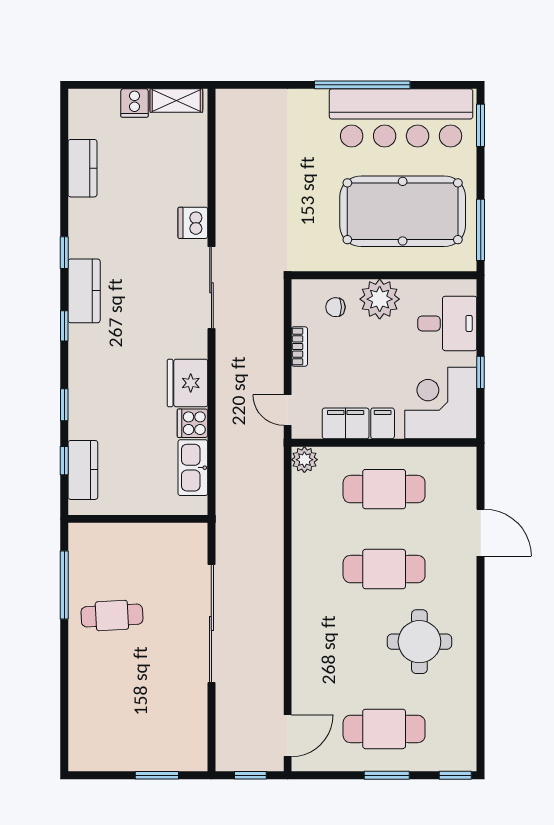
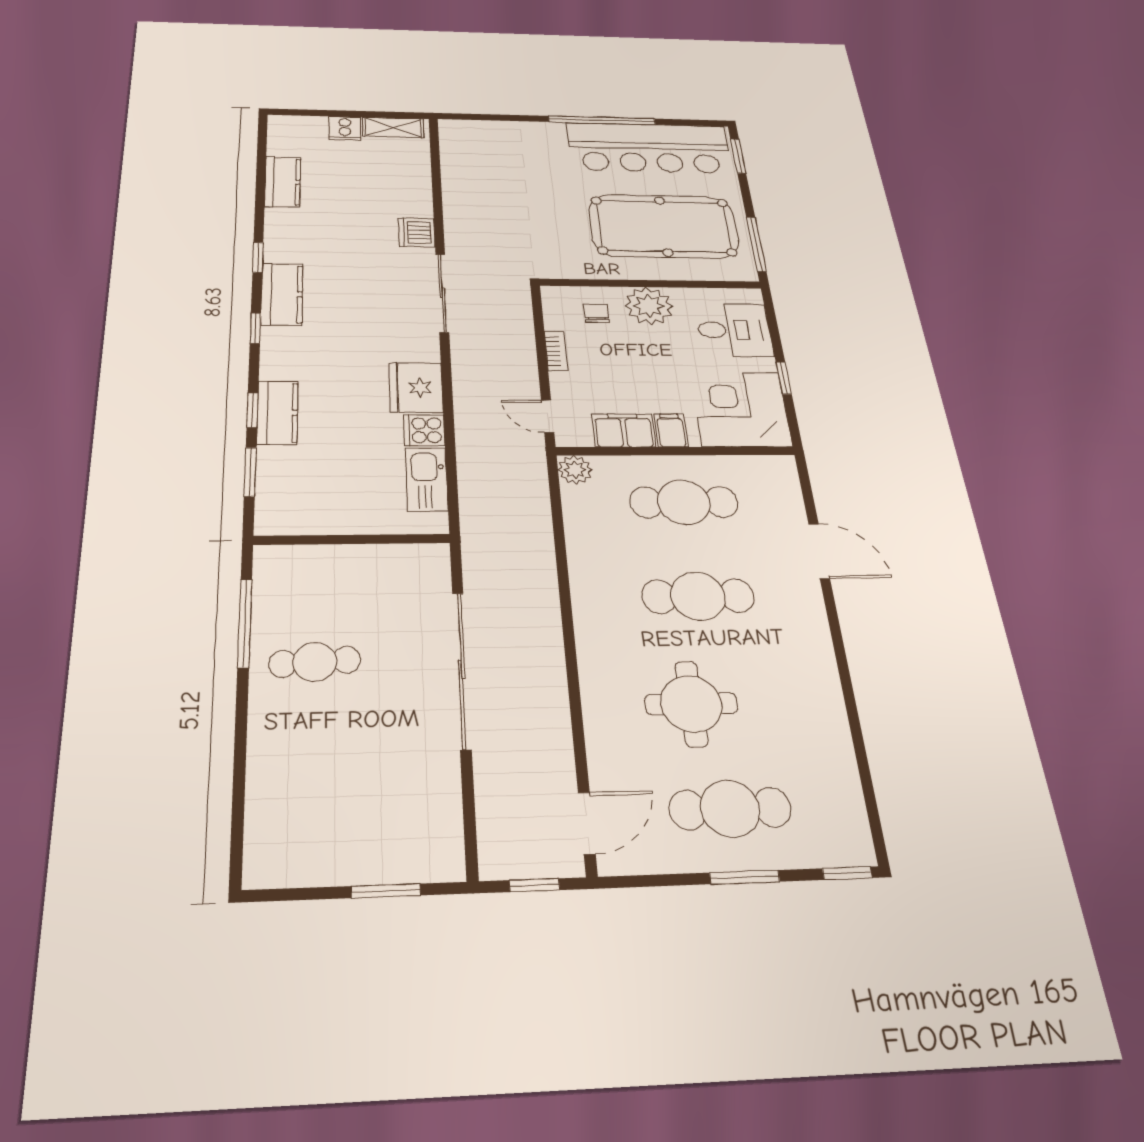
chair: (335, 307) -> (596, 313), turned 90
window: (64, 461) -> (250, 472), width x1.50
kitchen counter: (83, 470) -> (277, 413), moved
round table: (419, 642) -> (691, 704), moved

